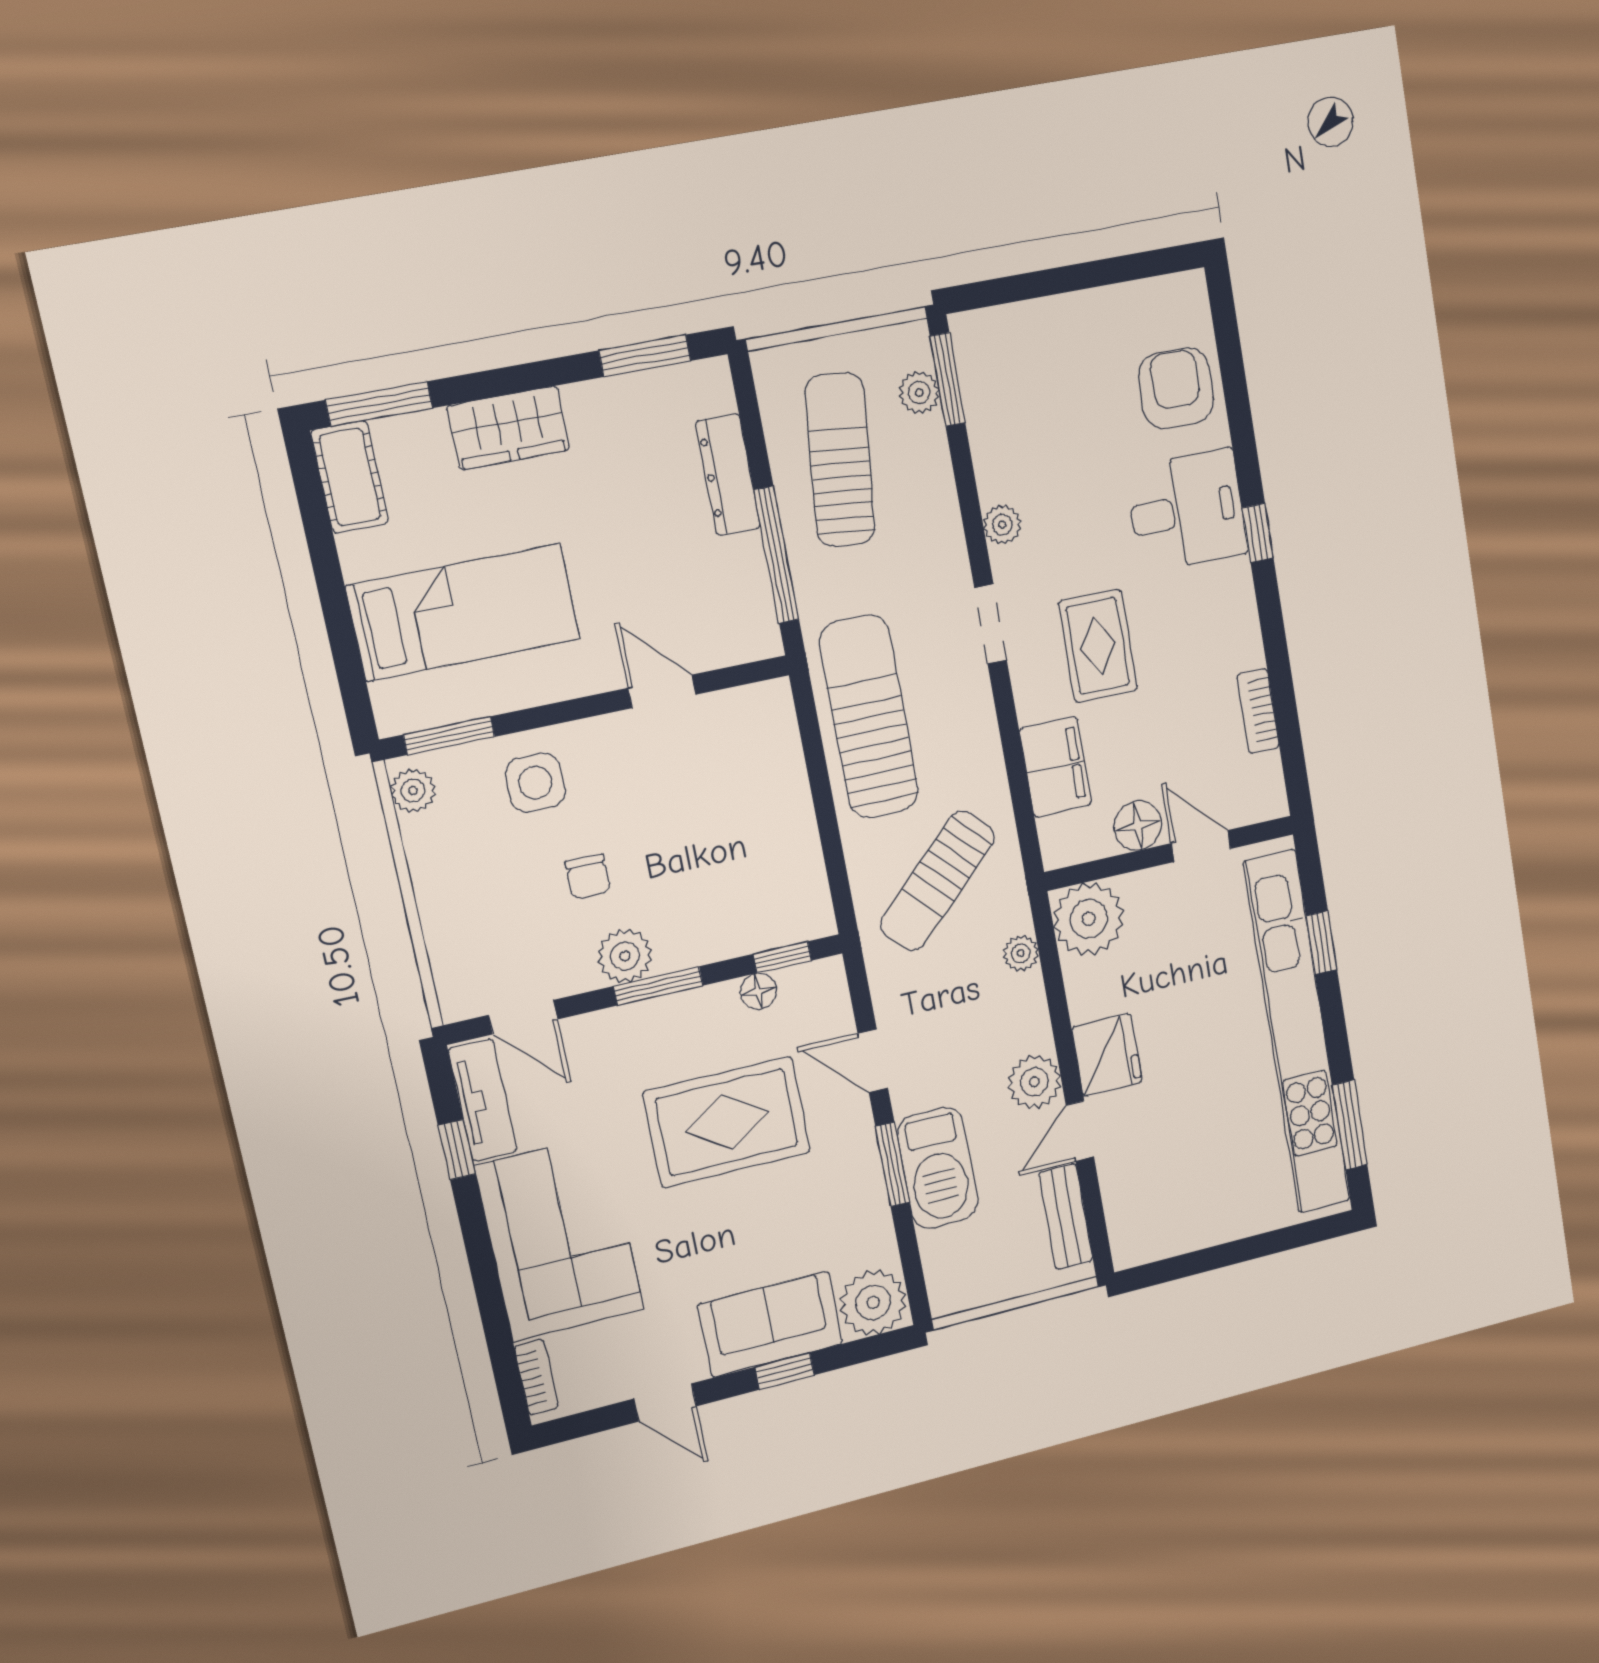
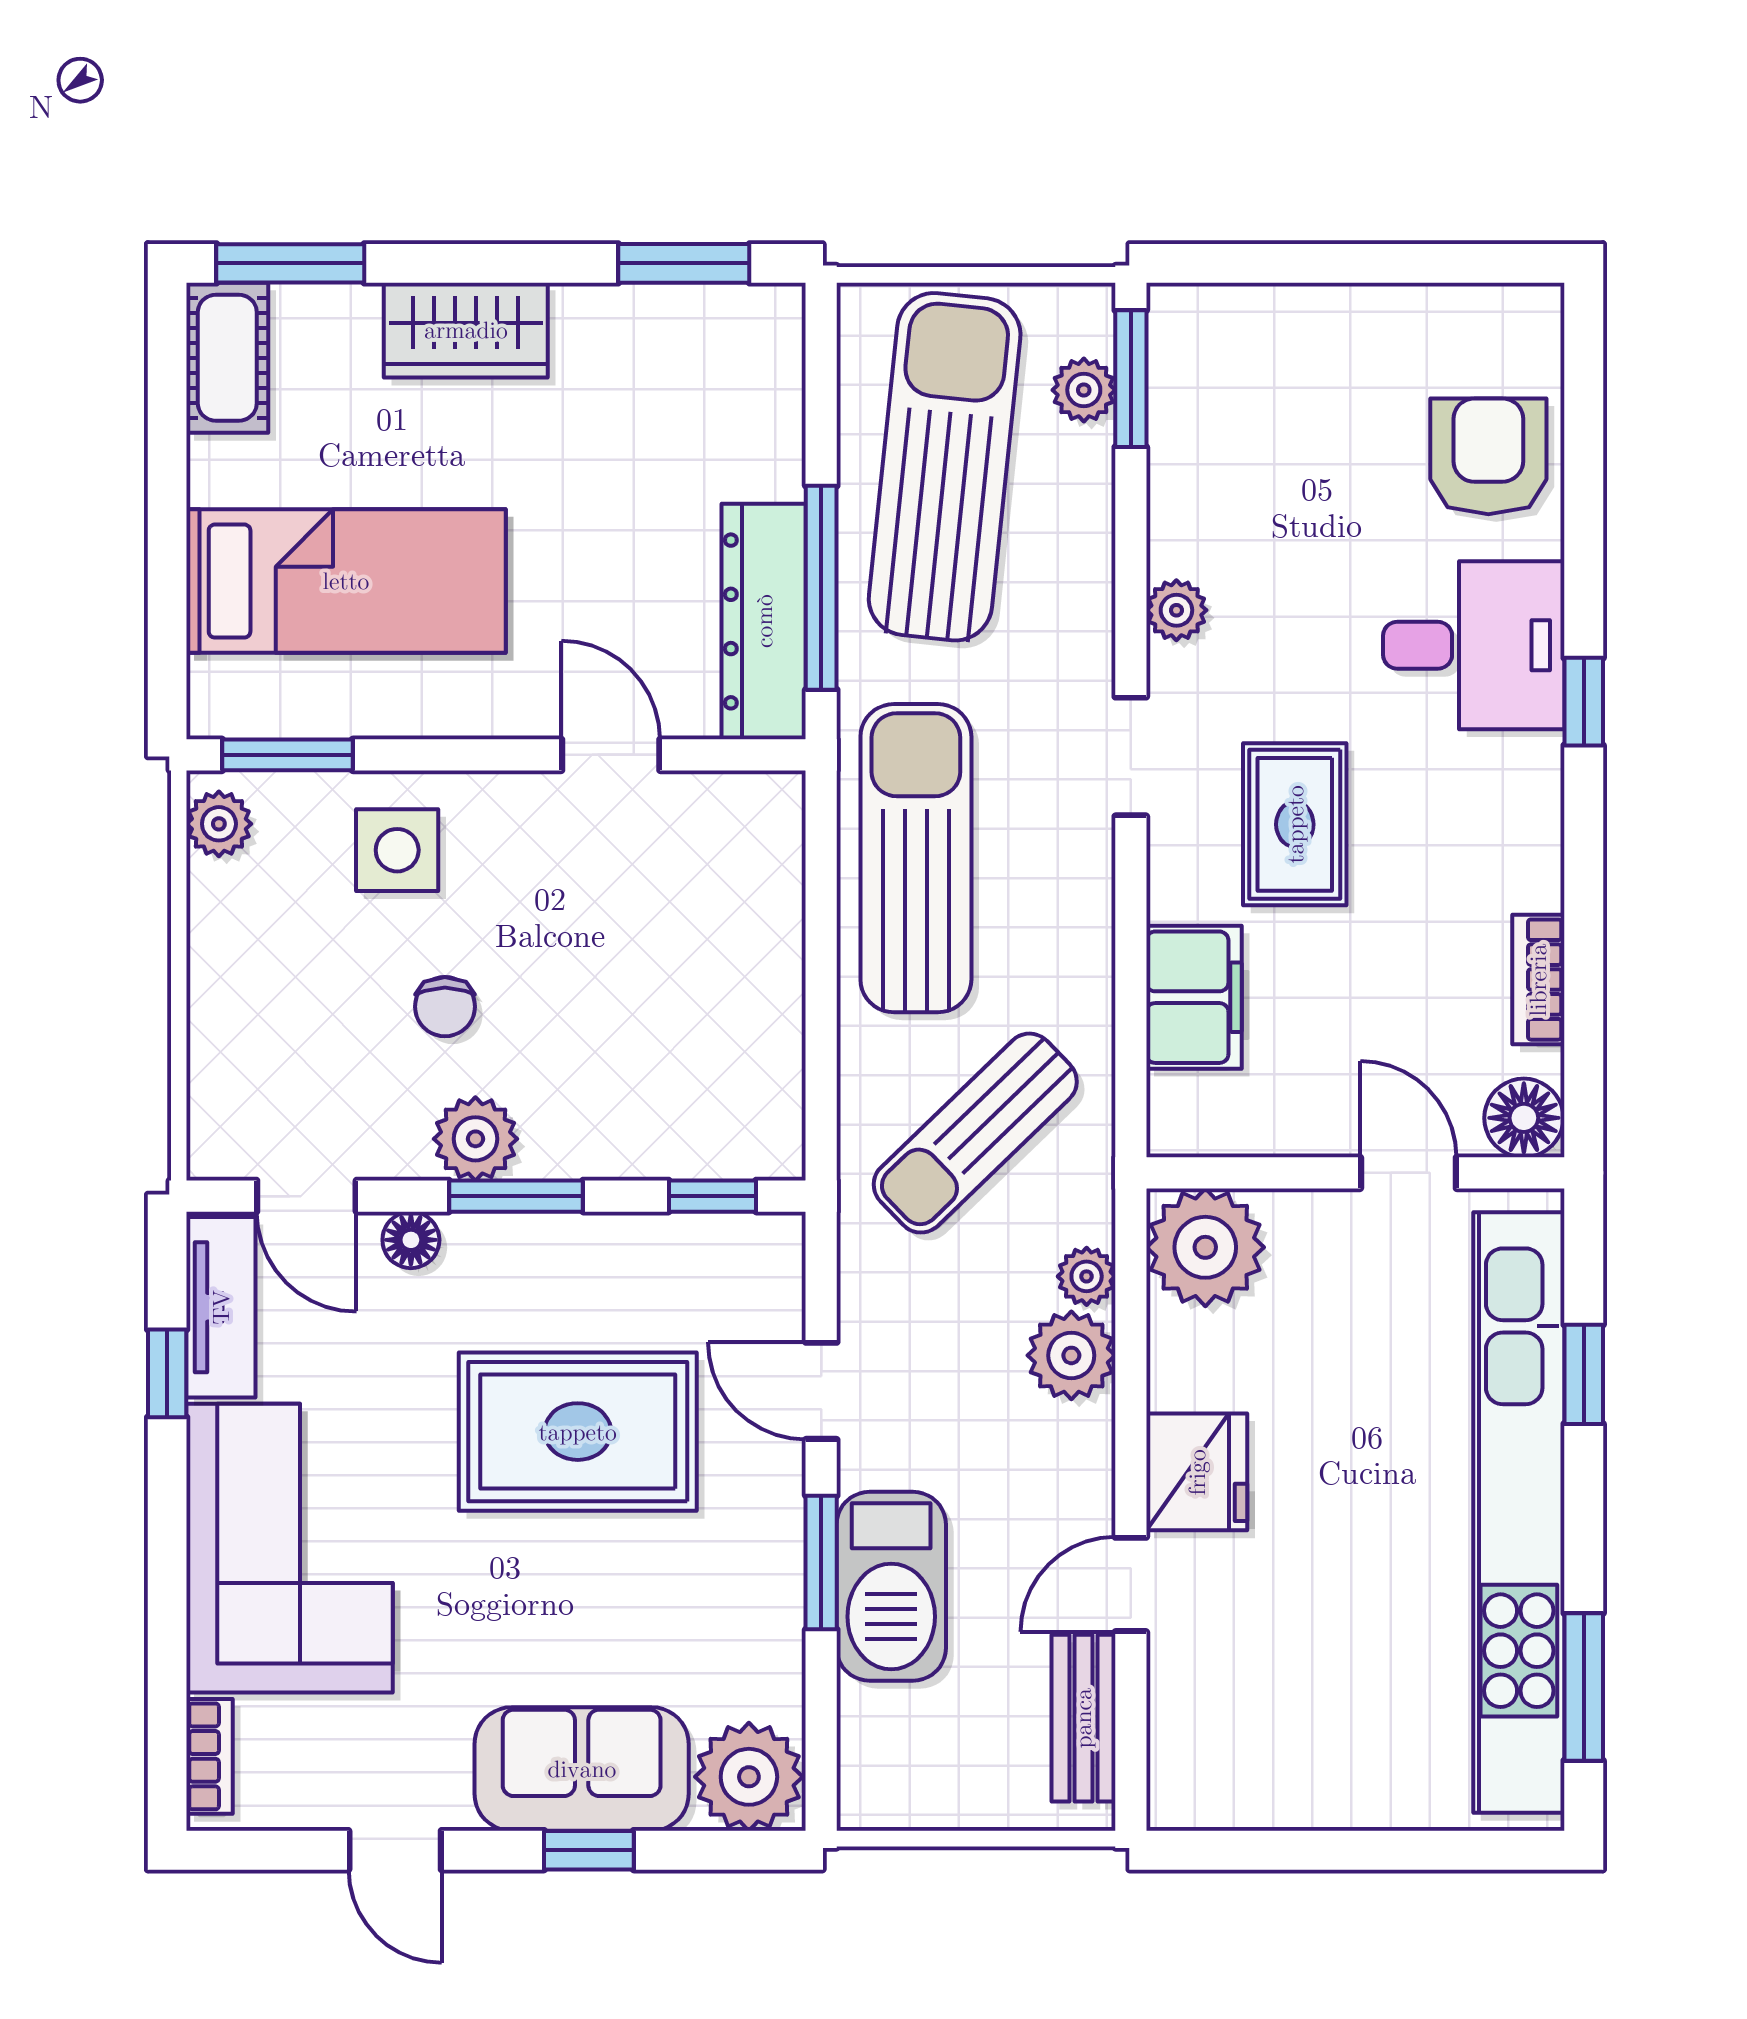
sun lounger: (840, 460) -> (945, 467), width x1.36, depth x1.34
dresser: (728, 475) -> (764, 621), moved, width x1.37, depth x1.24
floor lamp: (1138, 826) -> (1524, 1118), moved
floor lamp: (758, 991) -> (411, 1240), moved
plant: (1034, 1082) -> (1071, 1355), moved

